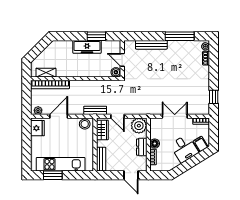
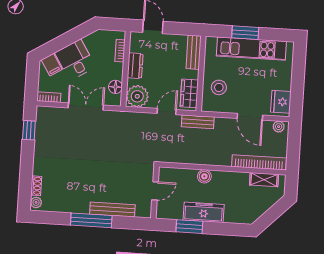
window: (180, 36) -> (91, 220), moved
door: (122, 60) -> (155, 191), hinge flipped
boiler: (116, 72) -> (204, 176), moved
door: (59, 116) -> (250, 117), hinge flipped
door: (117, 116) -> (167, 112), hinge flipped
double door: (175, 116) -> (86, 106), swing flipped
stool: (85, 124) -> (219, 87), moved
floor lamp: (155, 144) -> (115, 87), moved
window: (53, 175) -> (245, 33), moved

